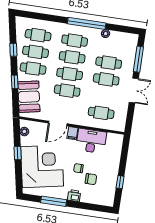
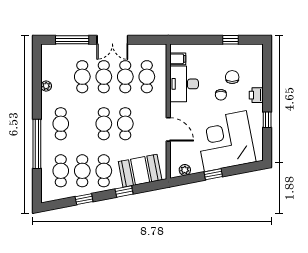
window: (87, 23) -> (37, 144), moved
cafe table: (72, 57) -> (125, 77), moved
double door: (134, 90) -> (112, 40), swing flipped
filing cabinet: (72, 133) -> (178, 59), moved
window: (54, 201) -> (267, 120), width x0.46

